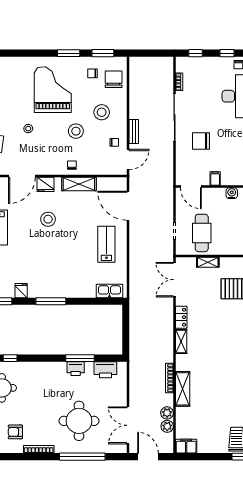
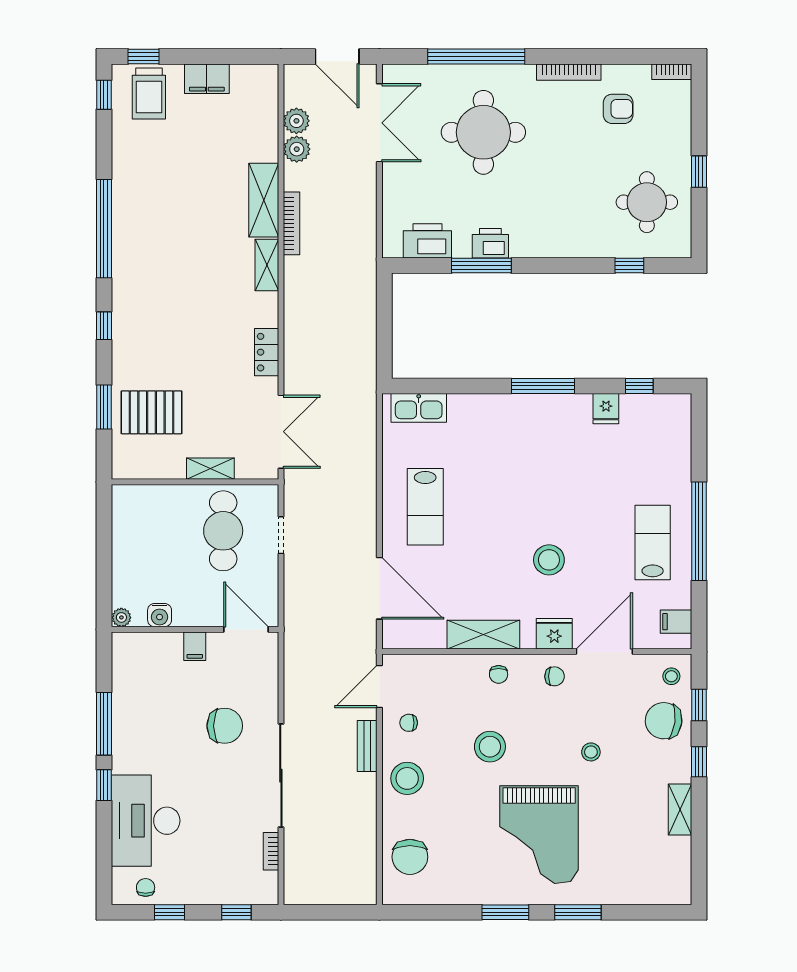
window: (103, 53) -> (578, 912), moved
chair: (92, 73) -> (555, 676), moved
stool: (102, 112) -> (407, 778), moved
shelving: (181, 341) -> (267, 265), moved
filing cabinet: (186, 446) -> (207, 79), moved

